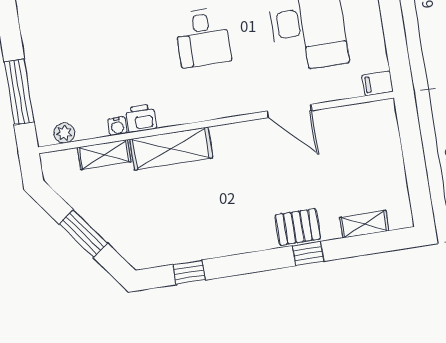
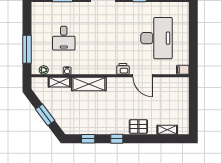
desk: (203, 38) -> (64, 38), moved
printer: (141, 118) -> (123, 69), moved
window: (308, 254) -> (117, 139), moved

